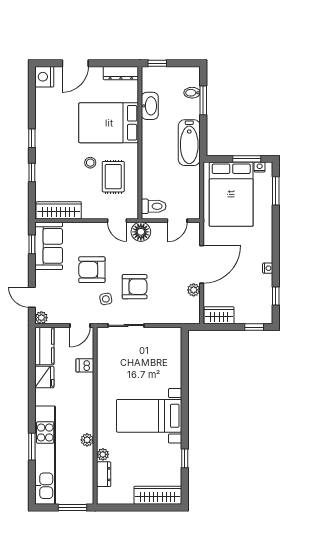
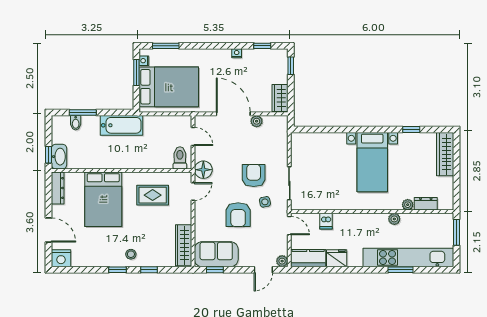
washbasin: (150, 106) -> (59, 157), moved, turned 90
stool: (90, 163) -> (131, 254), moved

